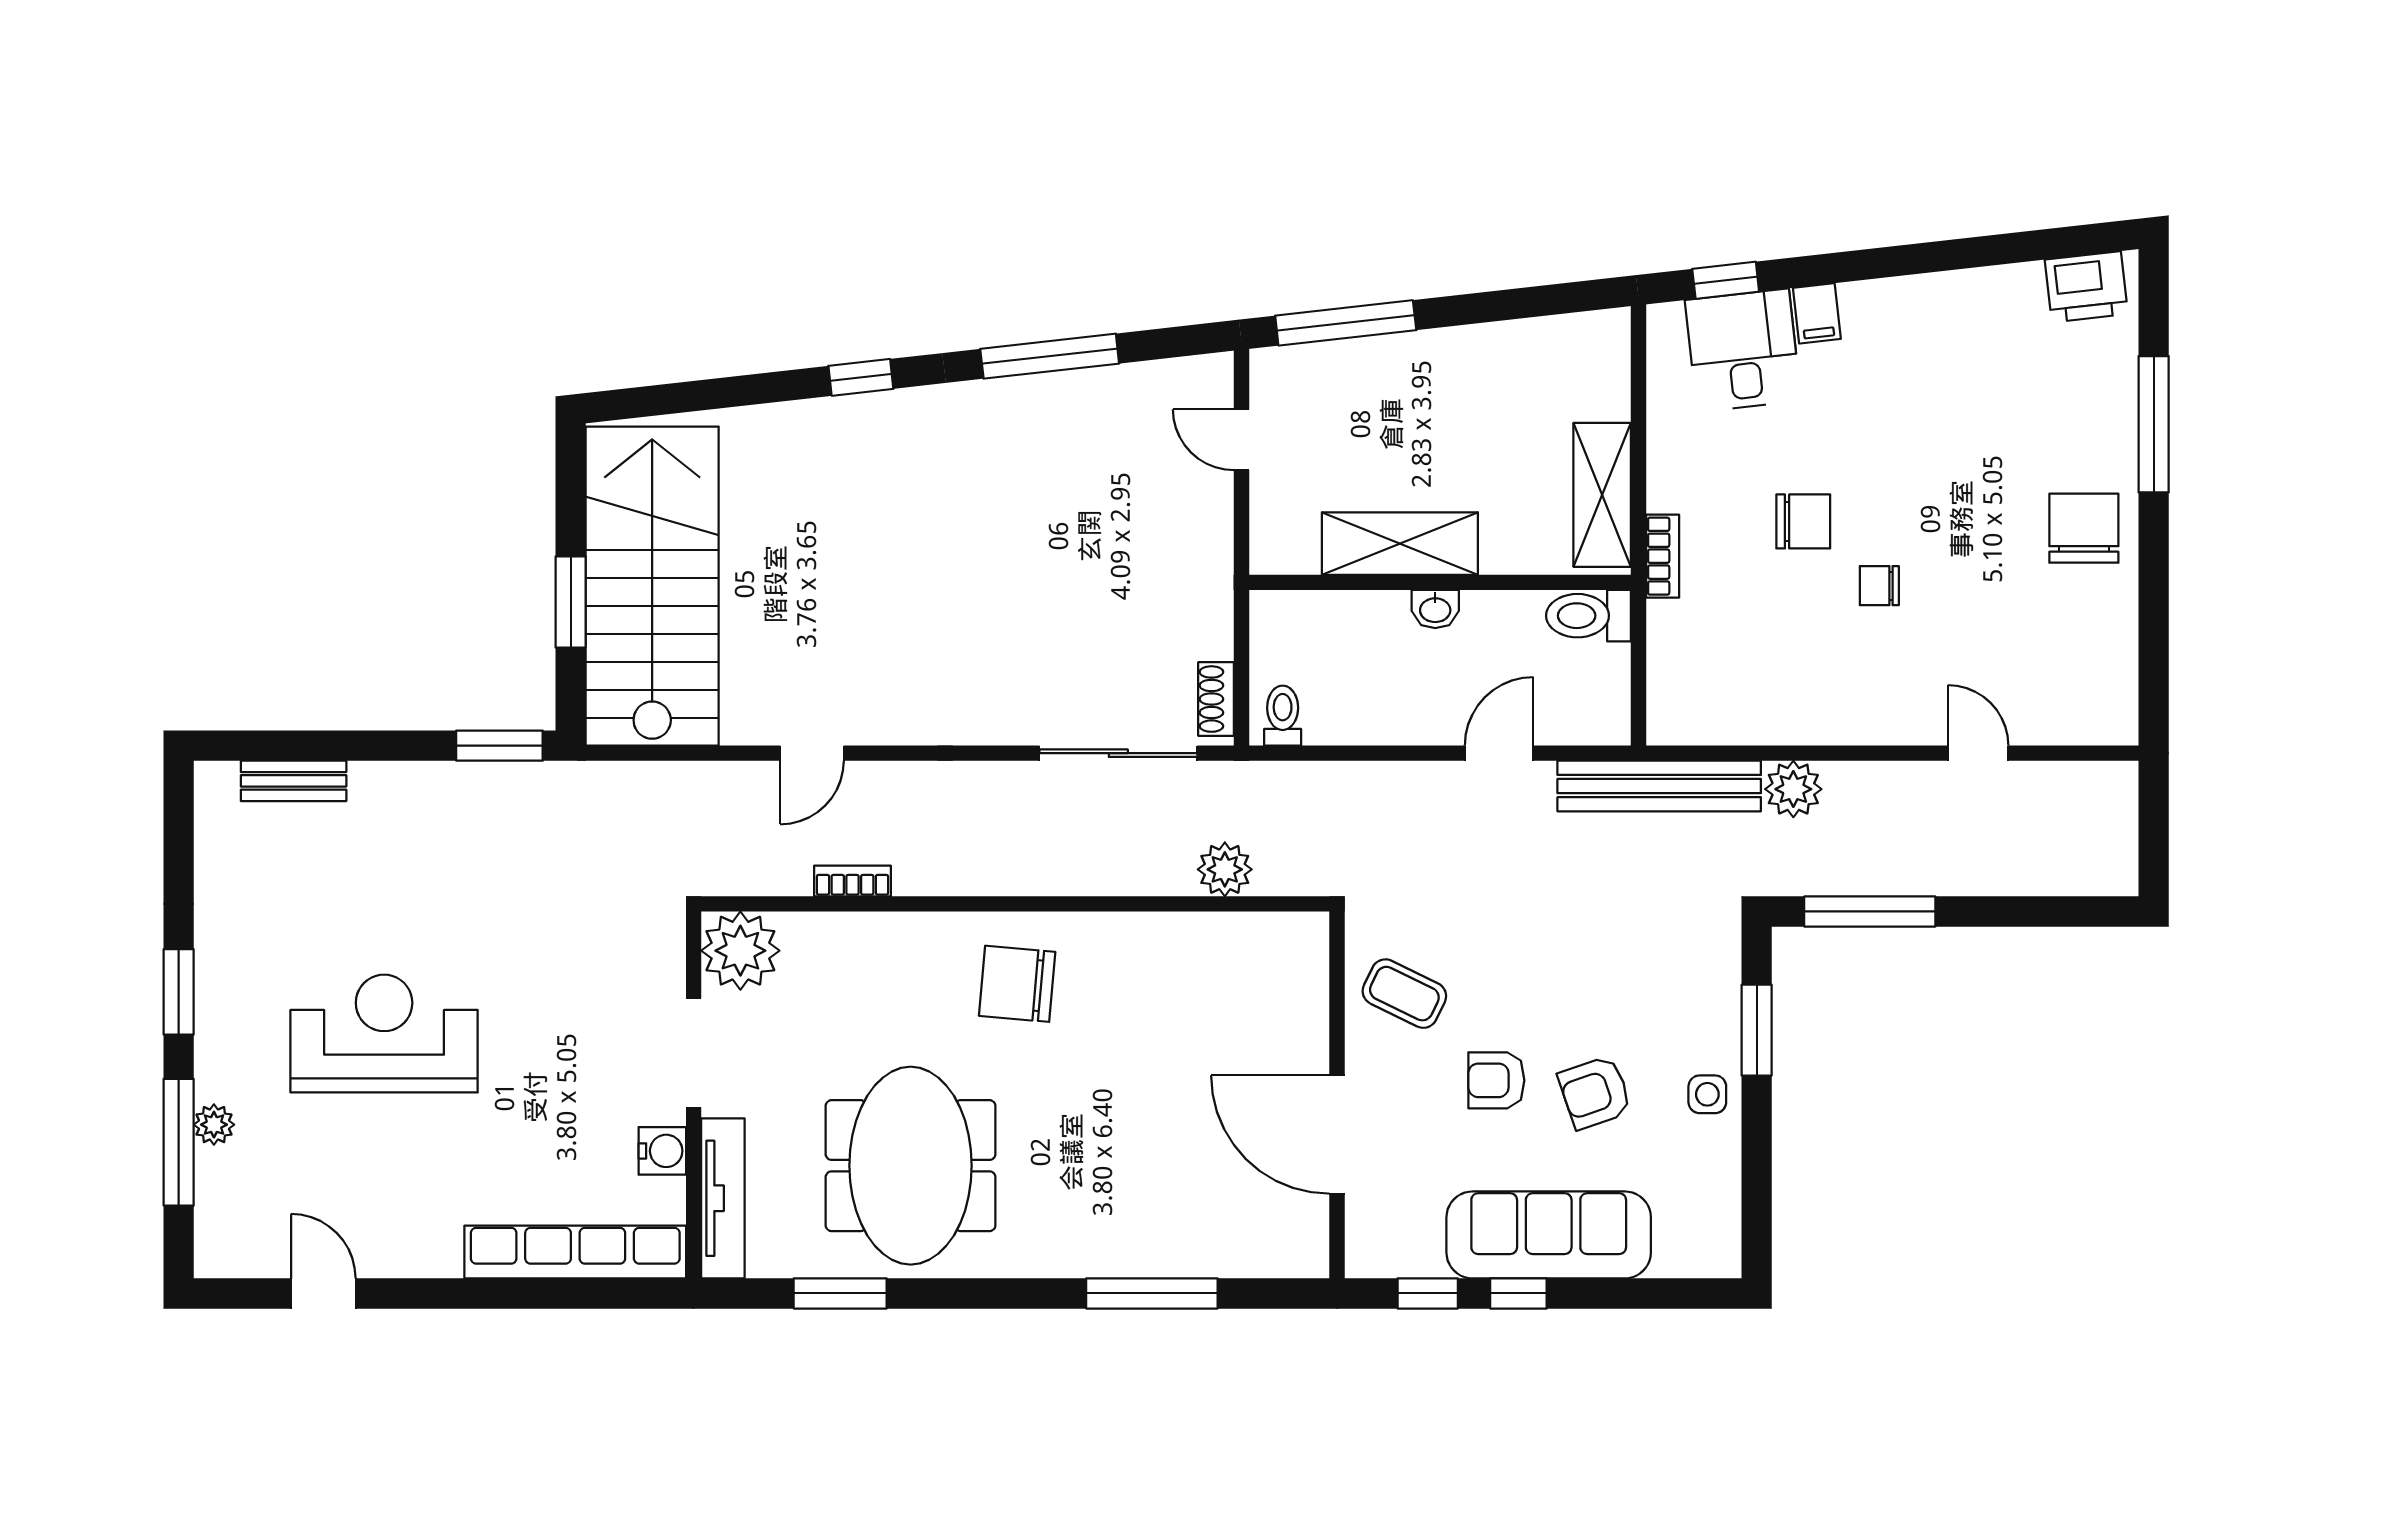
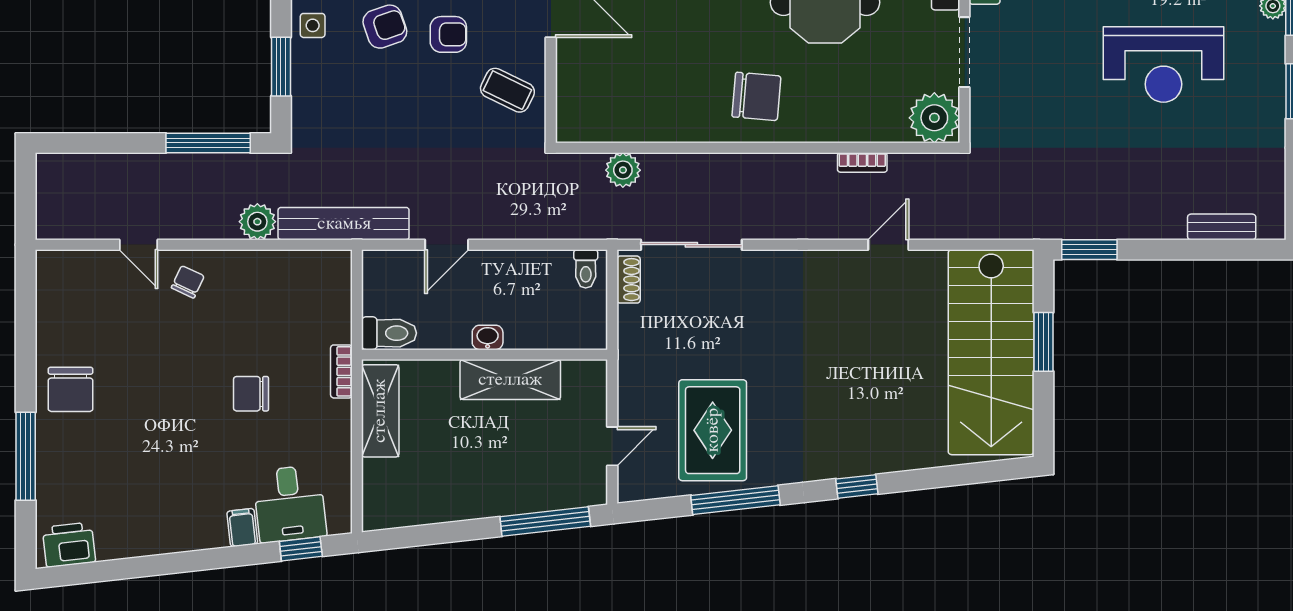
door: (1241, 440) -> (612, 446), hinge flipped
rug: (1085, 465) -> (713, 430), added
chair: (1879, 586) -> (188, 282), moved, turned -65

